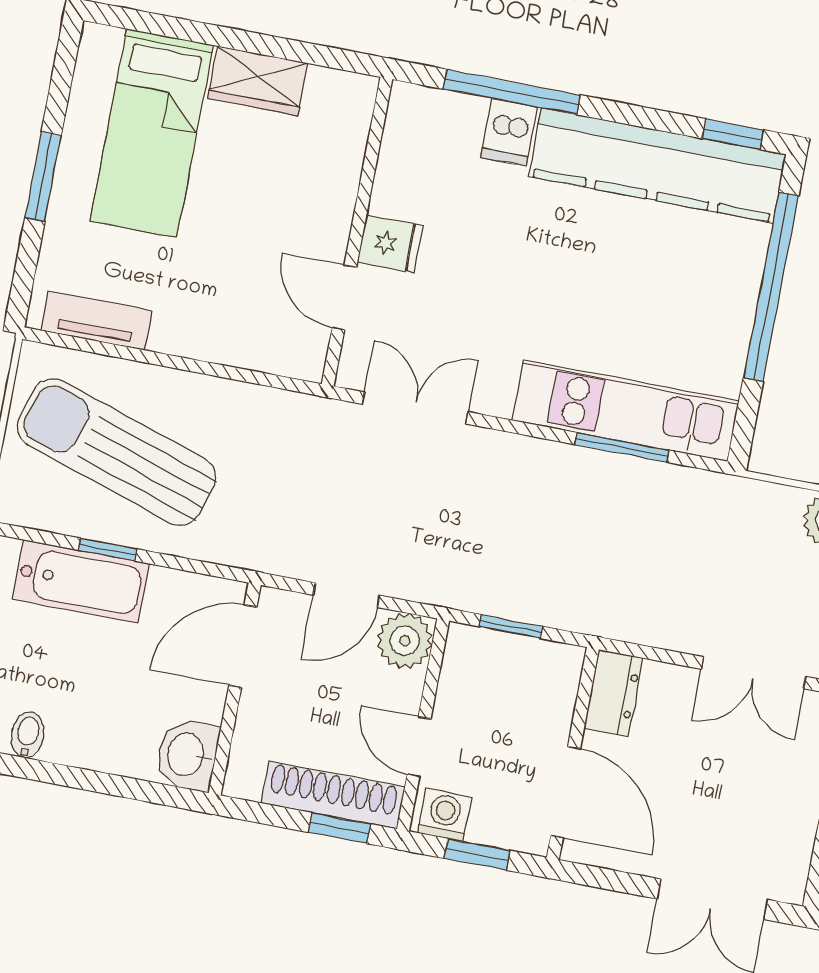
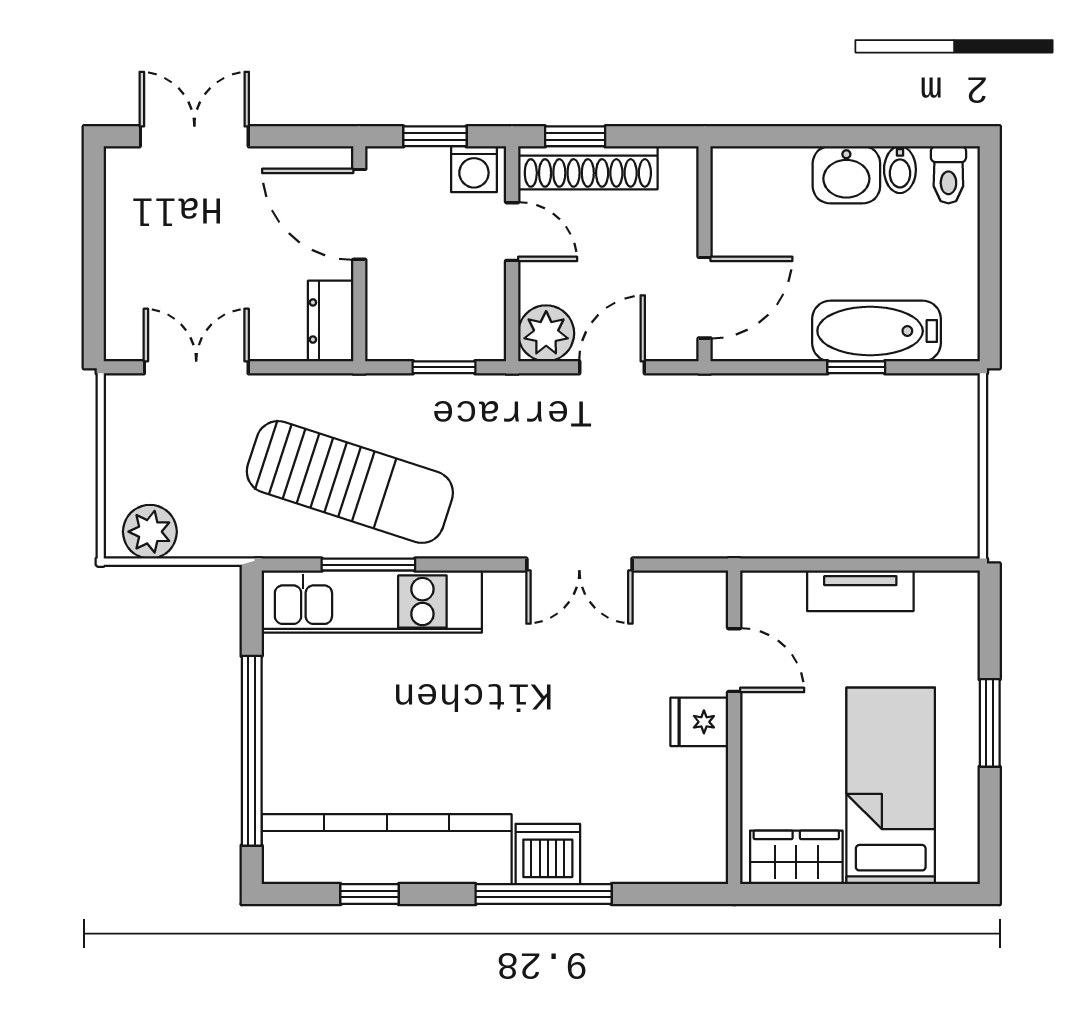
dishwasher: (509, 132) -> (548, 854), width x1.38
window: (733, 134) -> (370, 894), moved
wall: (357, 232) -> (734, 727), moved
fridge: (390, 244) -> (699, 722), moved
door: (344, 298) -> (734, 660), moved
tv unit: (97, 321) -> (860, 591), moved
sun lounger: (116, 452) -> (350, 482), moved
washbasin: (187, 755) -> (846, 175), moved, turned 90

